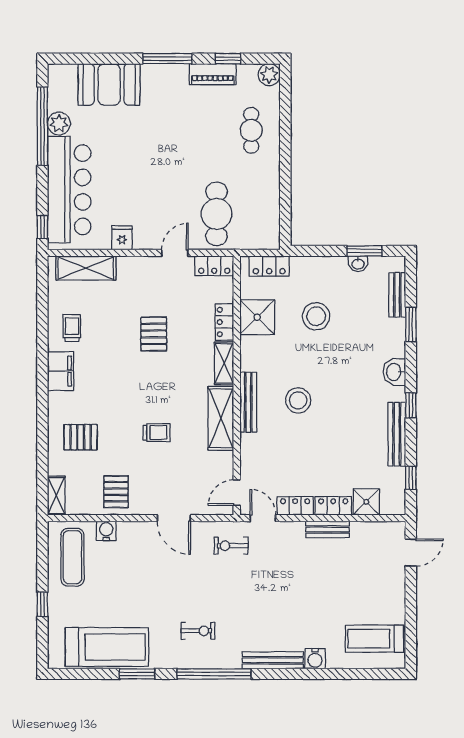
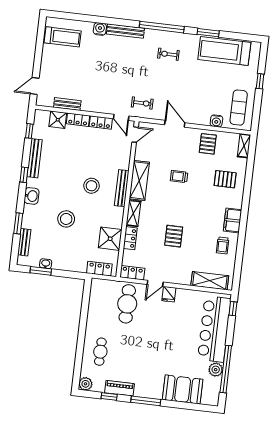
fridge: (122, 238) -> (169, 294), moved
stool: (316, 316) -> (66, 219), moved
bench: (327, 529) -> (67, 104), moved

